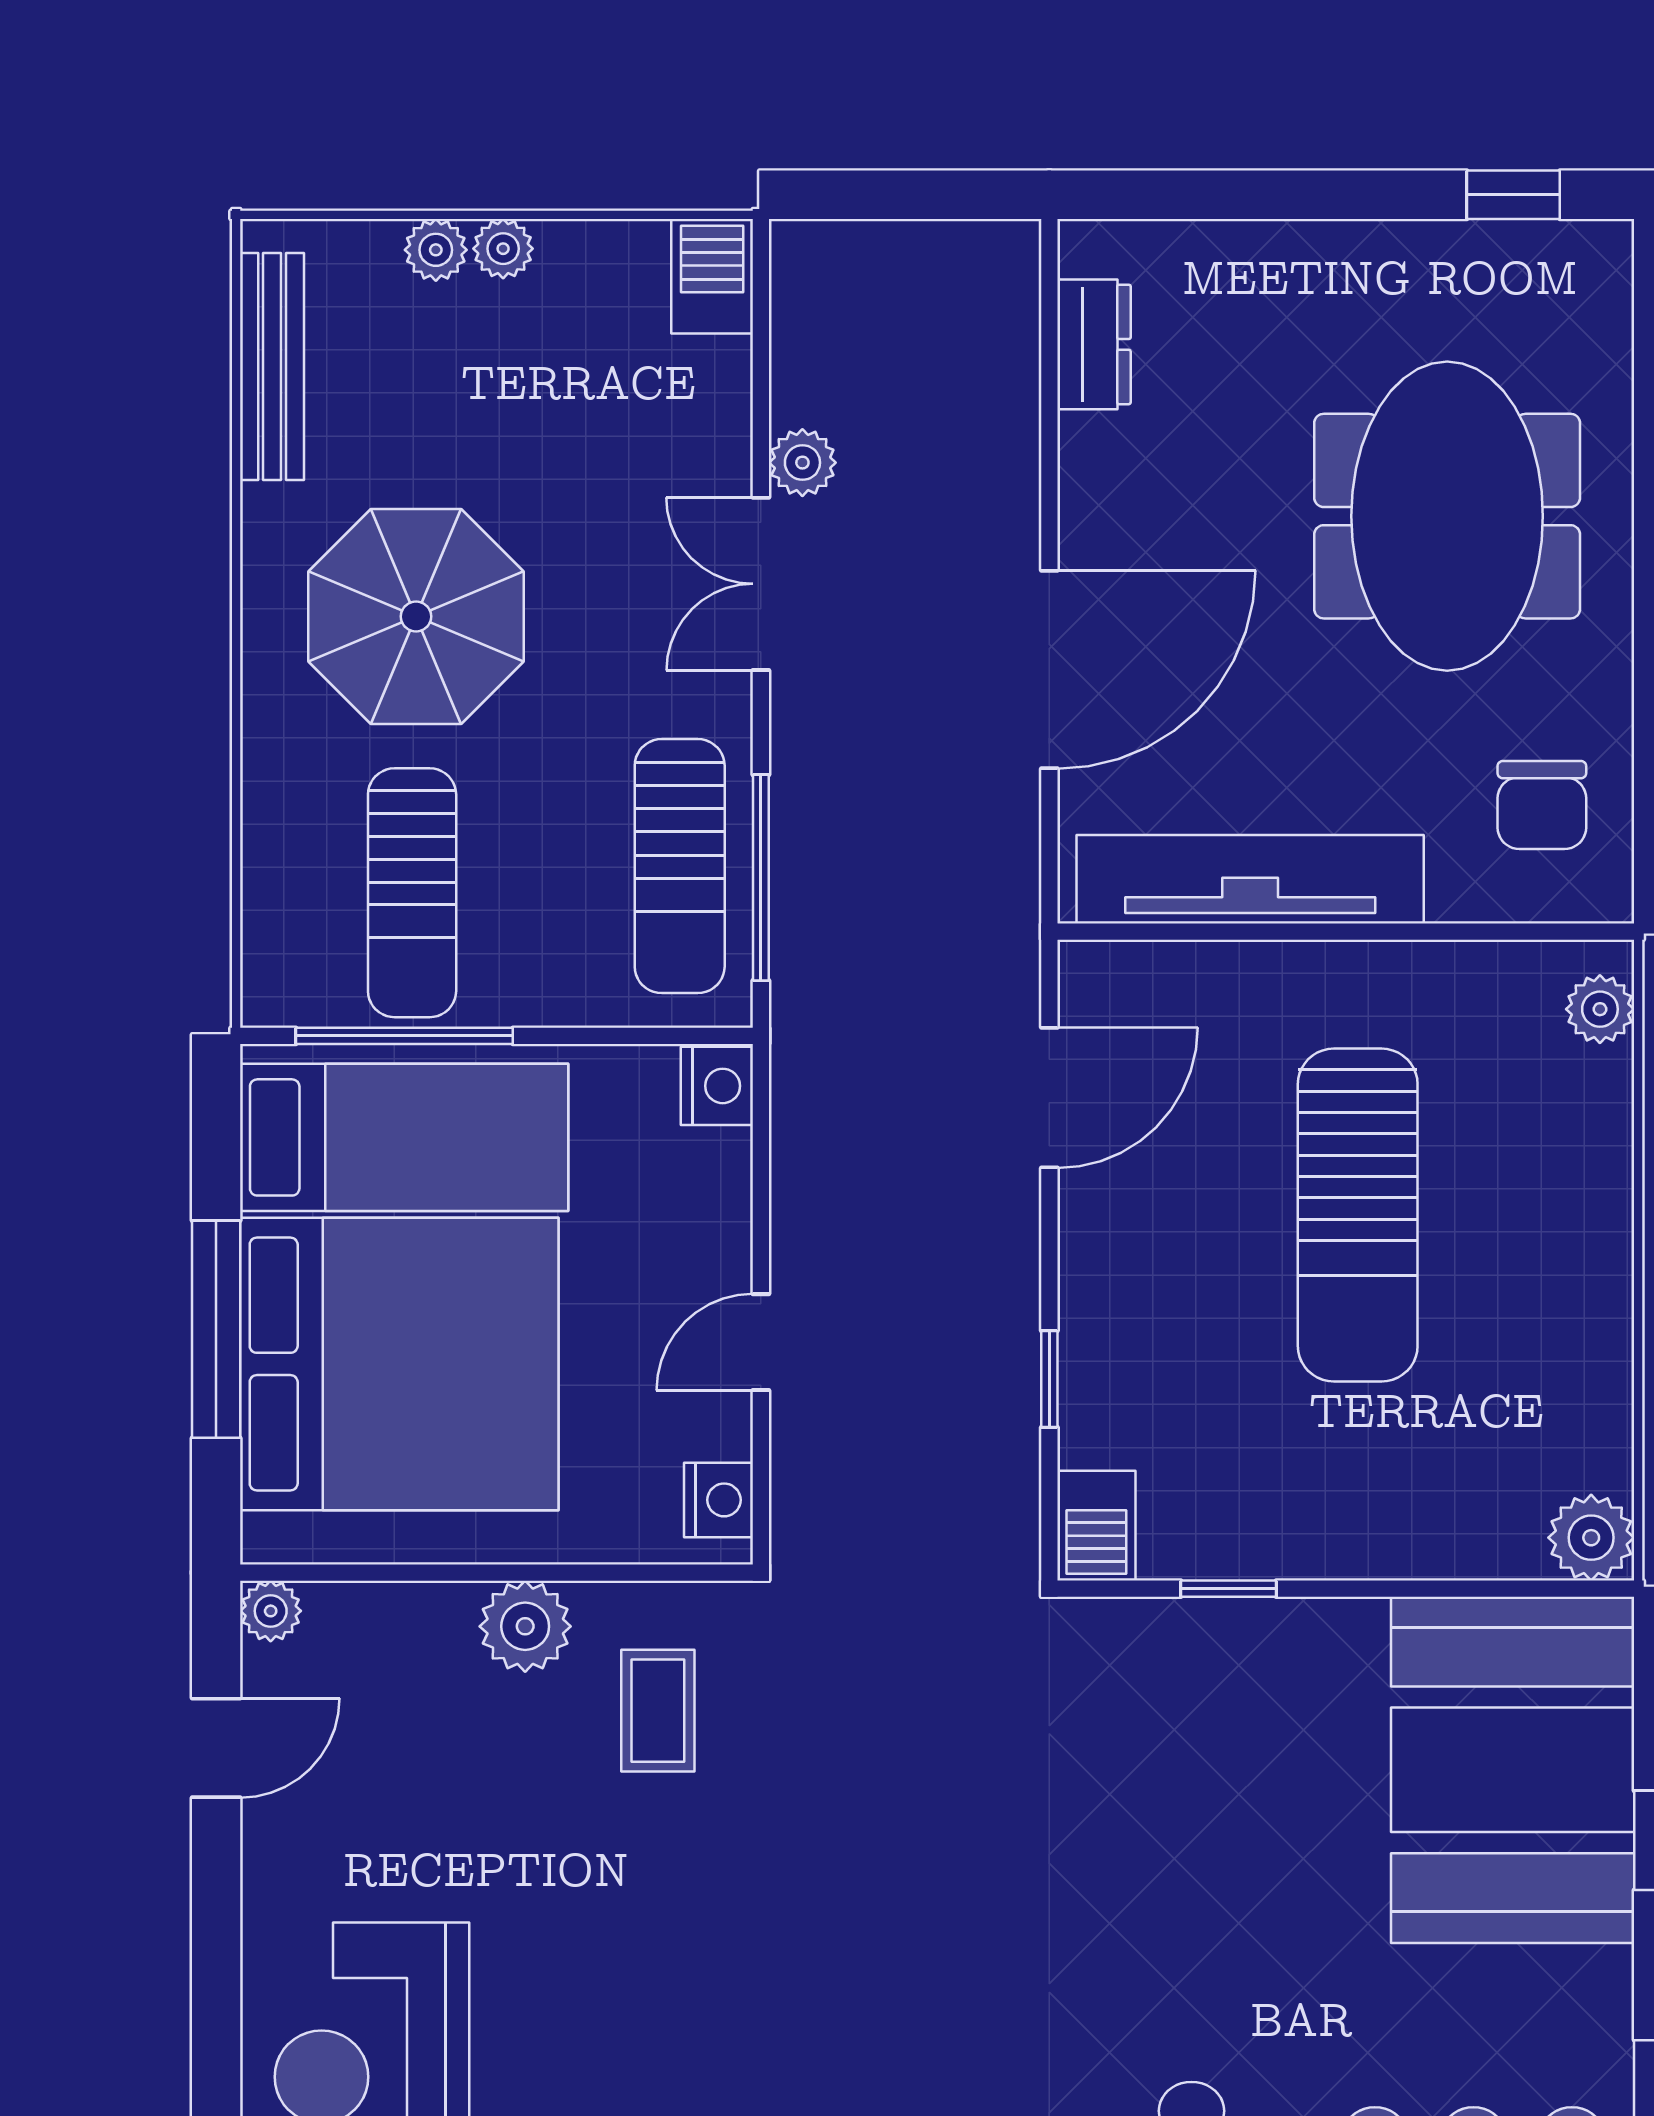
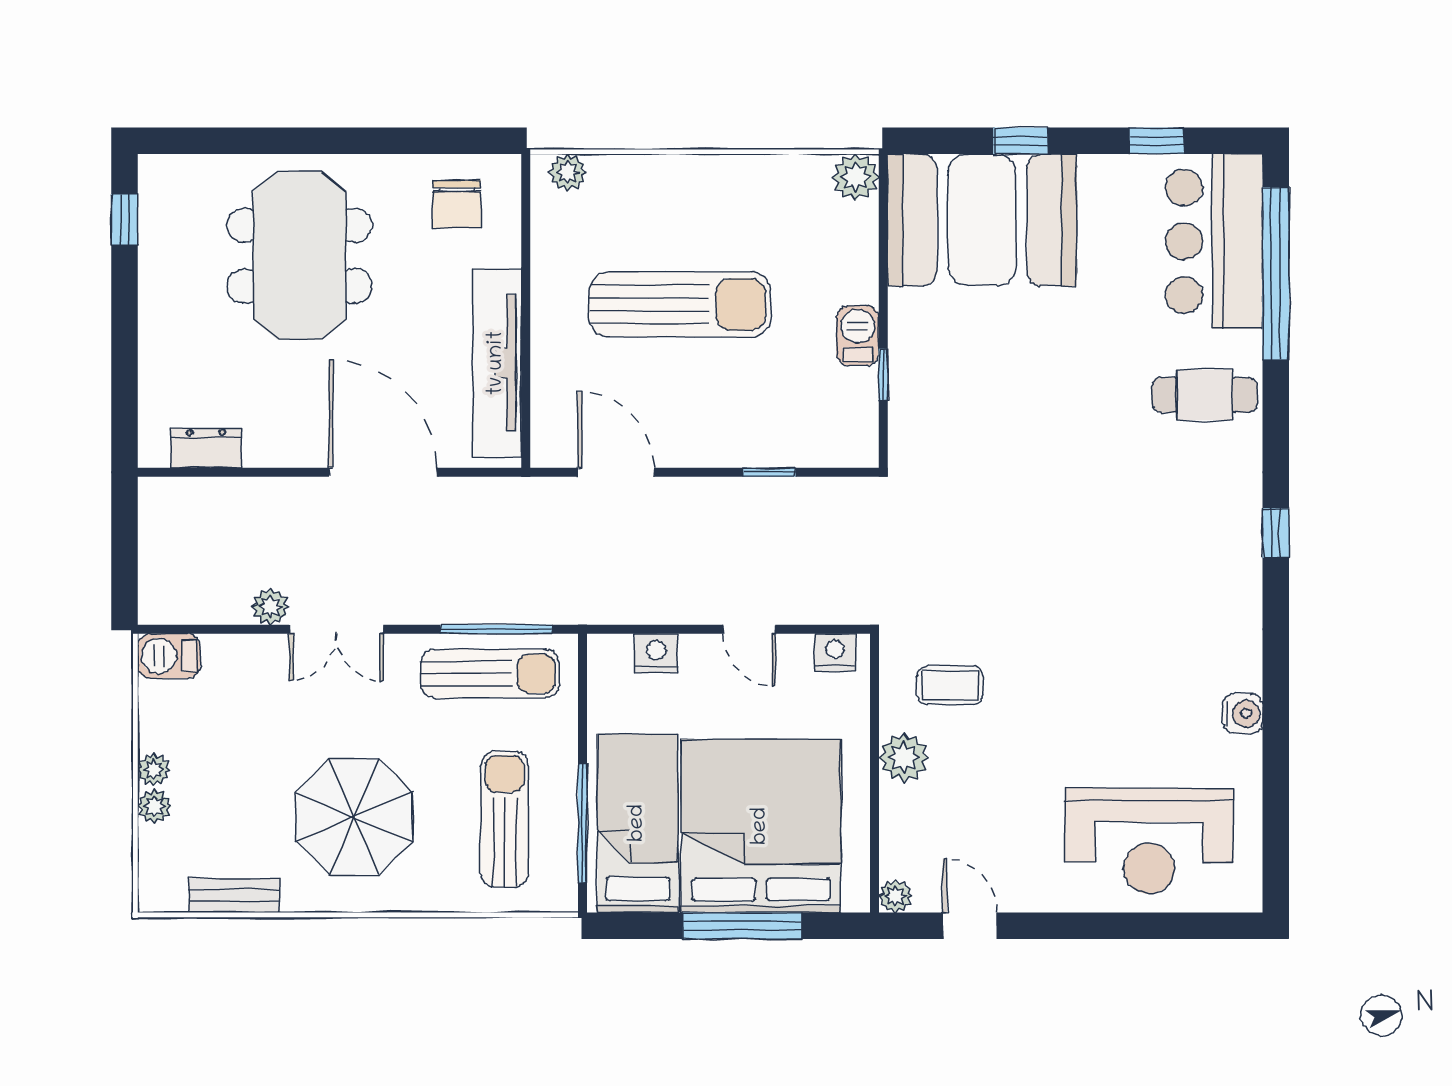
bench: (272, 366) -> (234, 895), width x0.73
meeting table: (1447, 516) -> (299, 256), turned 90
chair: (1542, 805) -> (457, 204), turned 90
sun lounger: (412, 893) -> (504, 819), turned -90
nightstand: (717, 1086) -> (656, 653), moved
barbecue: (1096, 1526) -> (858, 336), moved, turned -90

